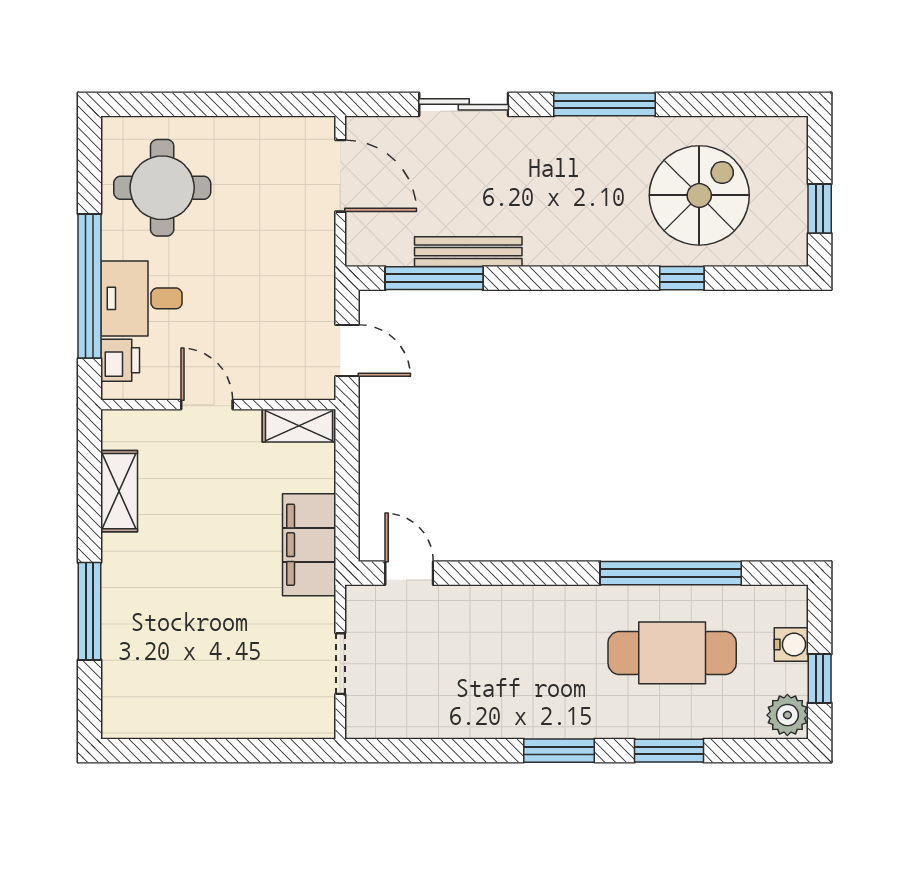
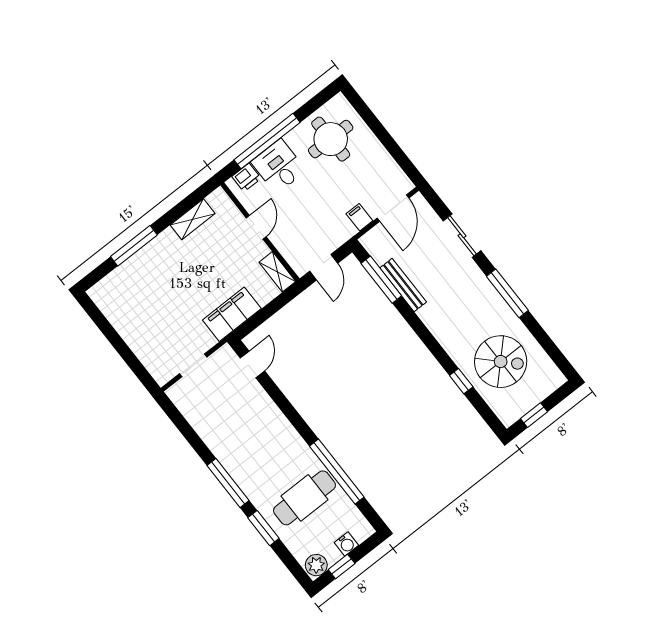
filing cabinet: (314, 237) -> (359, 217), added
cafe table: (672, 653) -> (305, 498), turned 90
window: (559, 751) -> (228, 483), width x1.44

